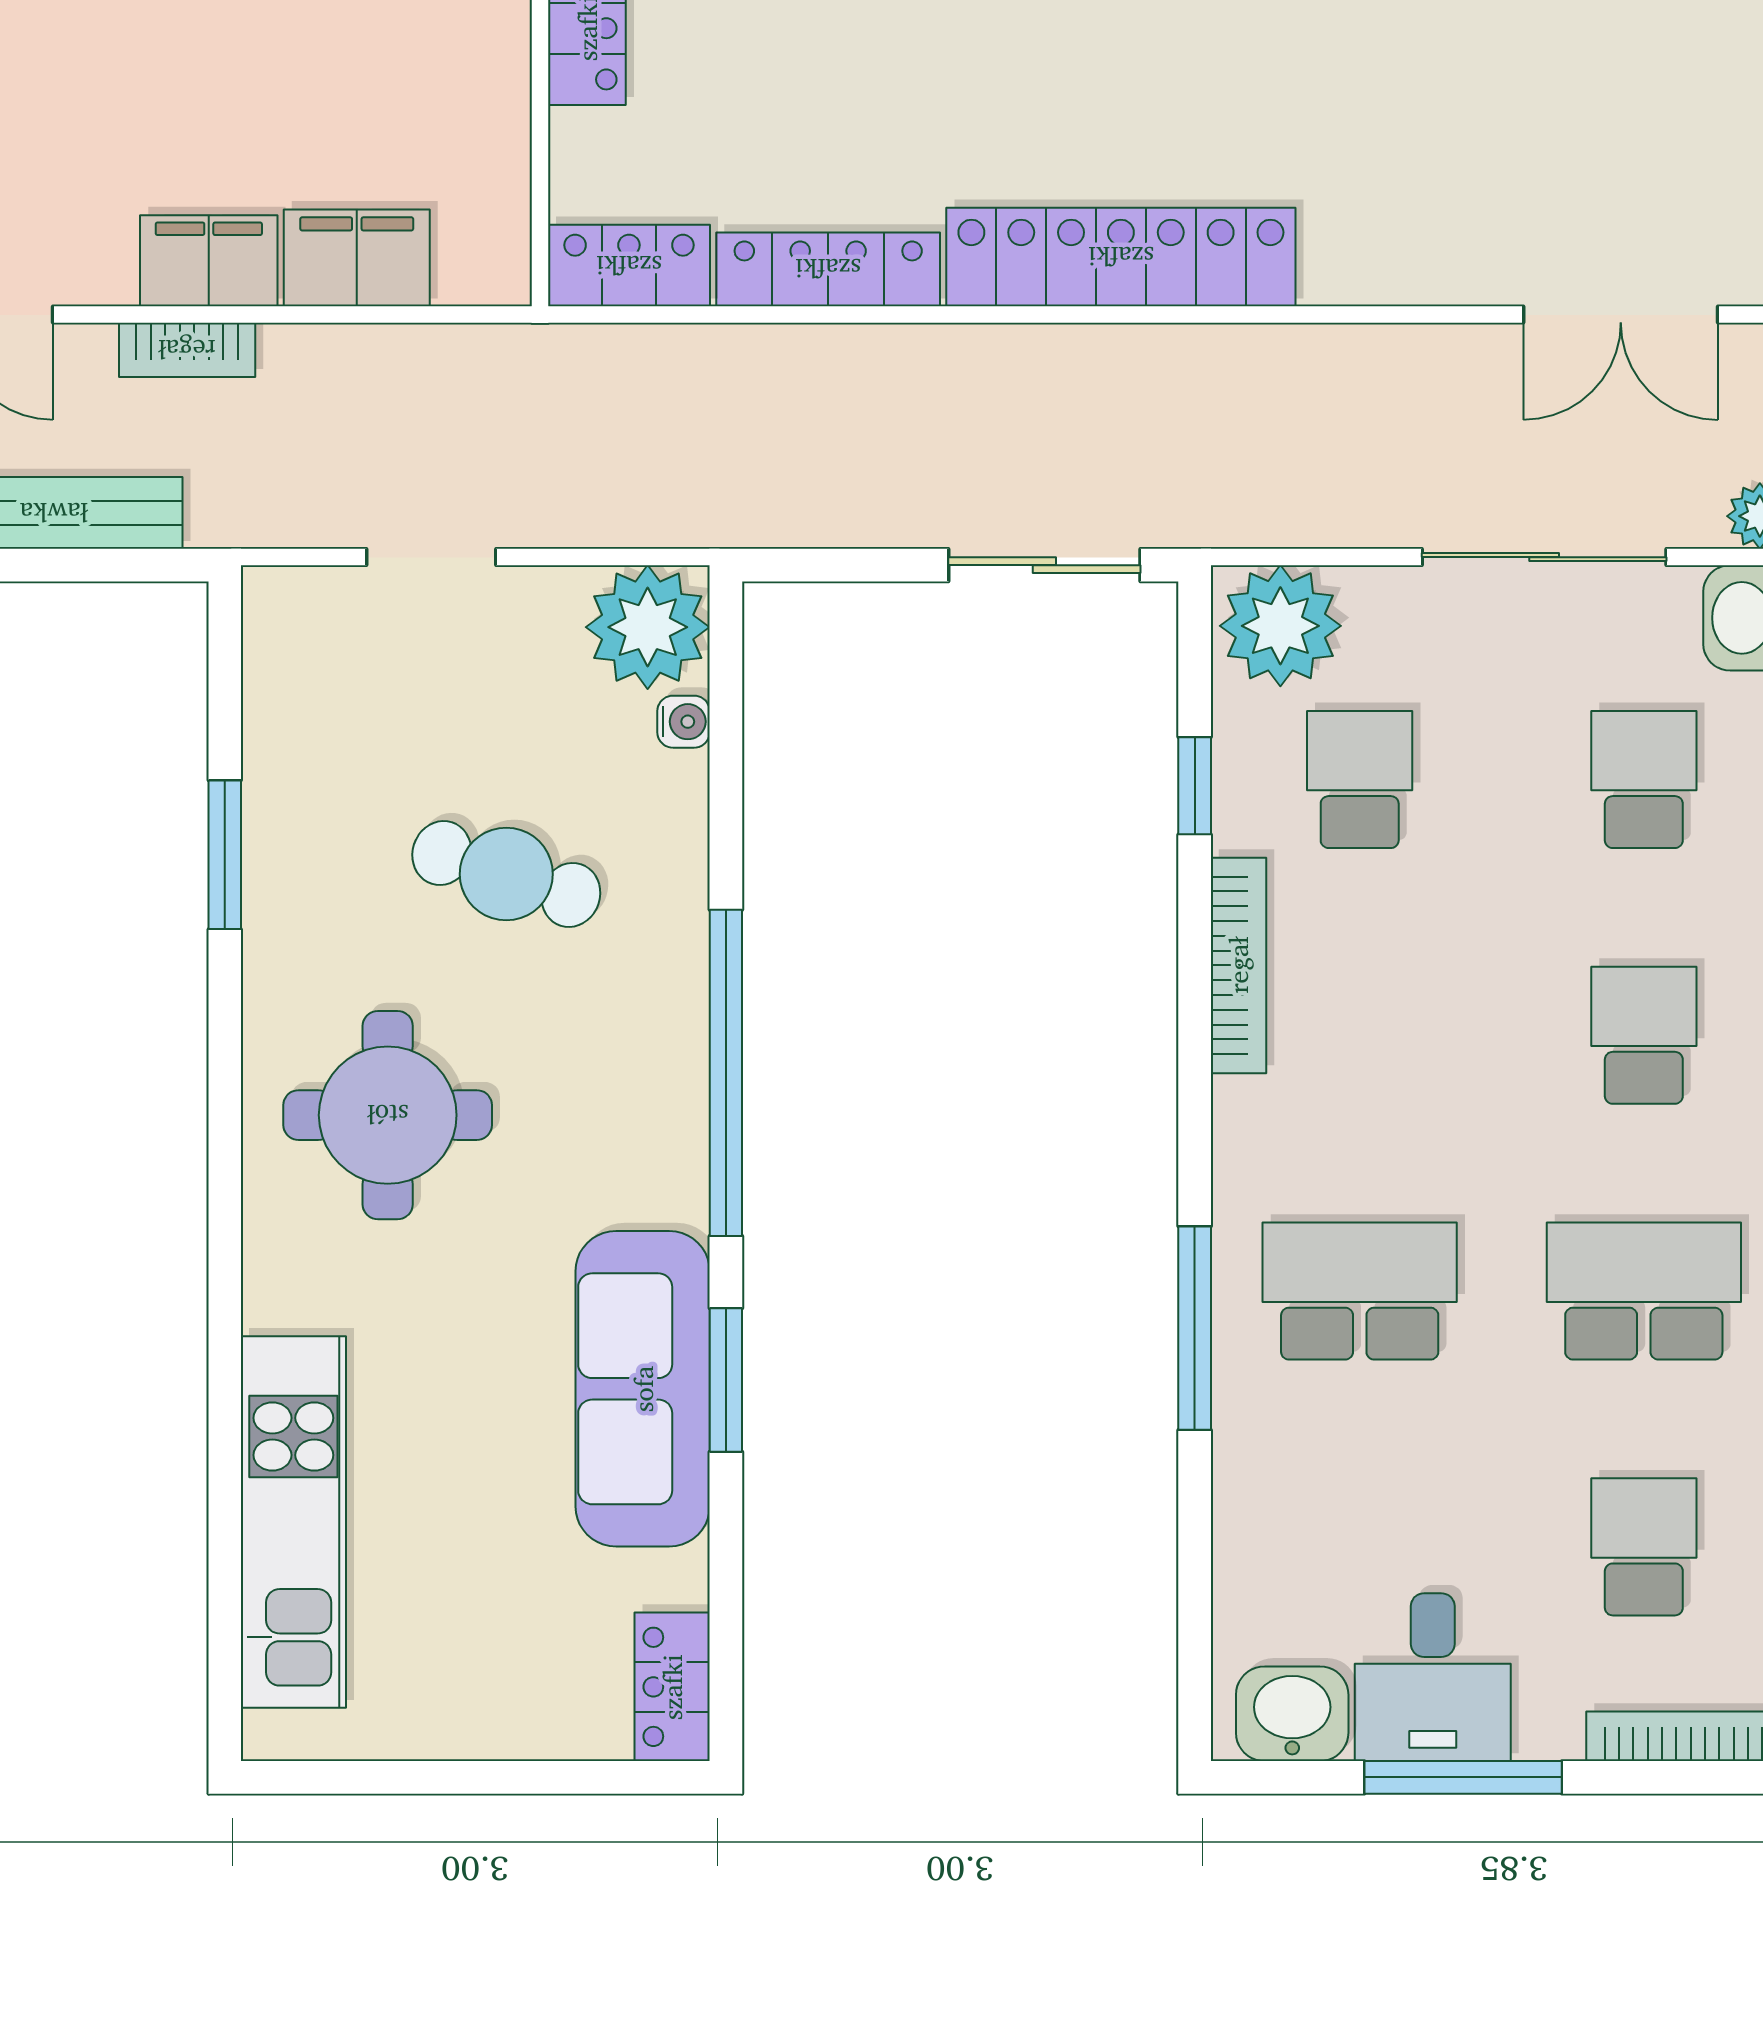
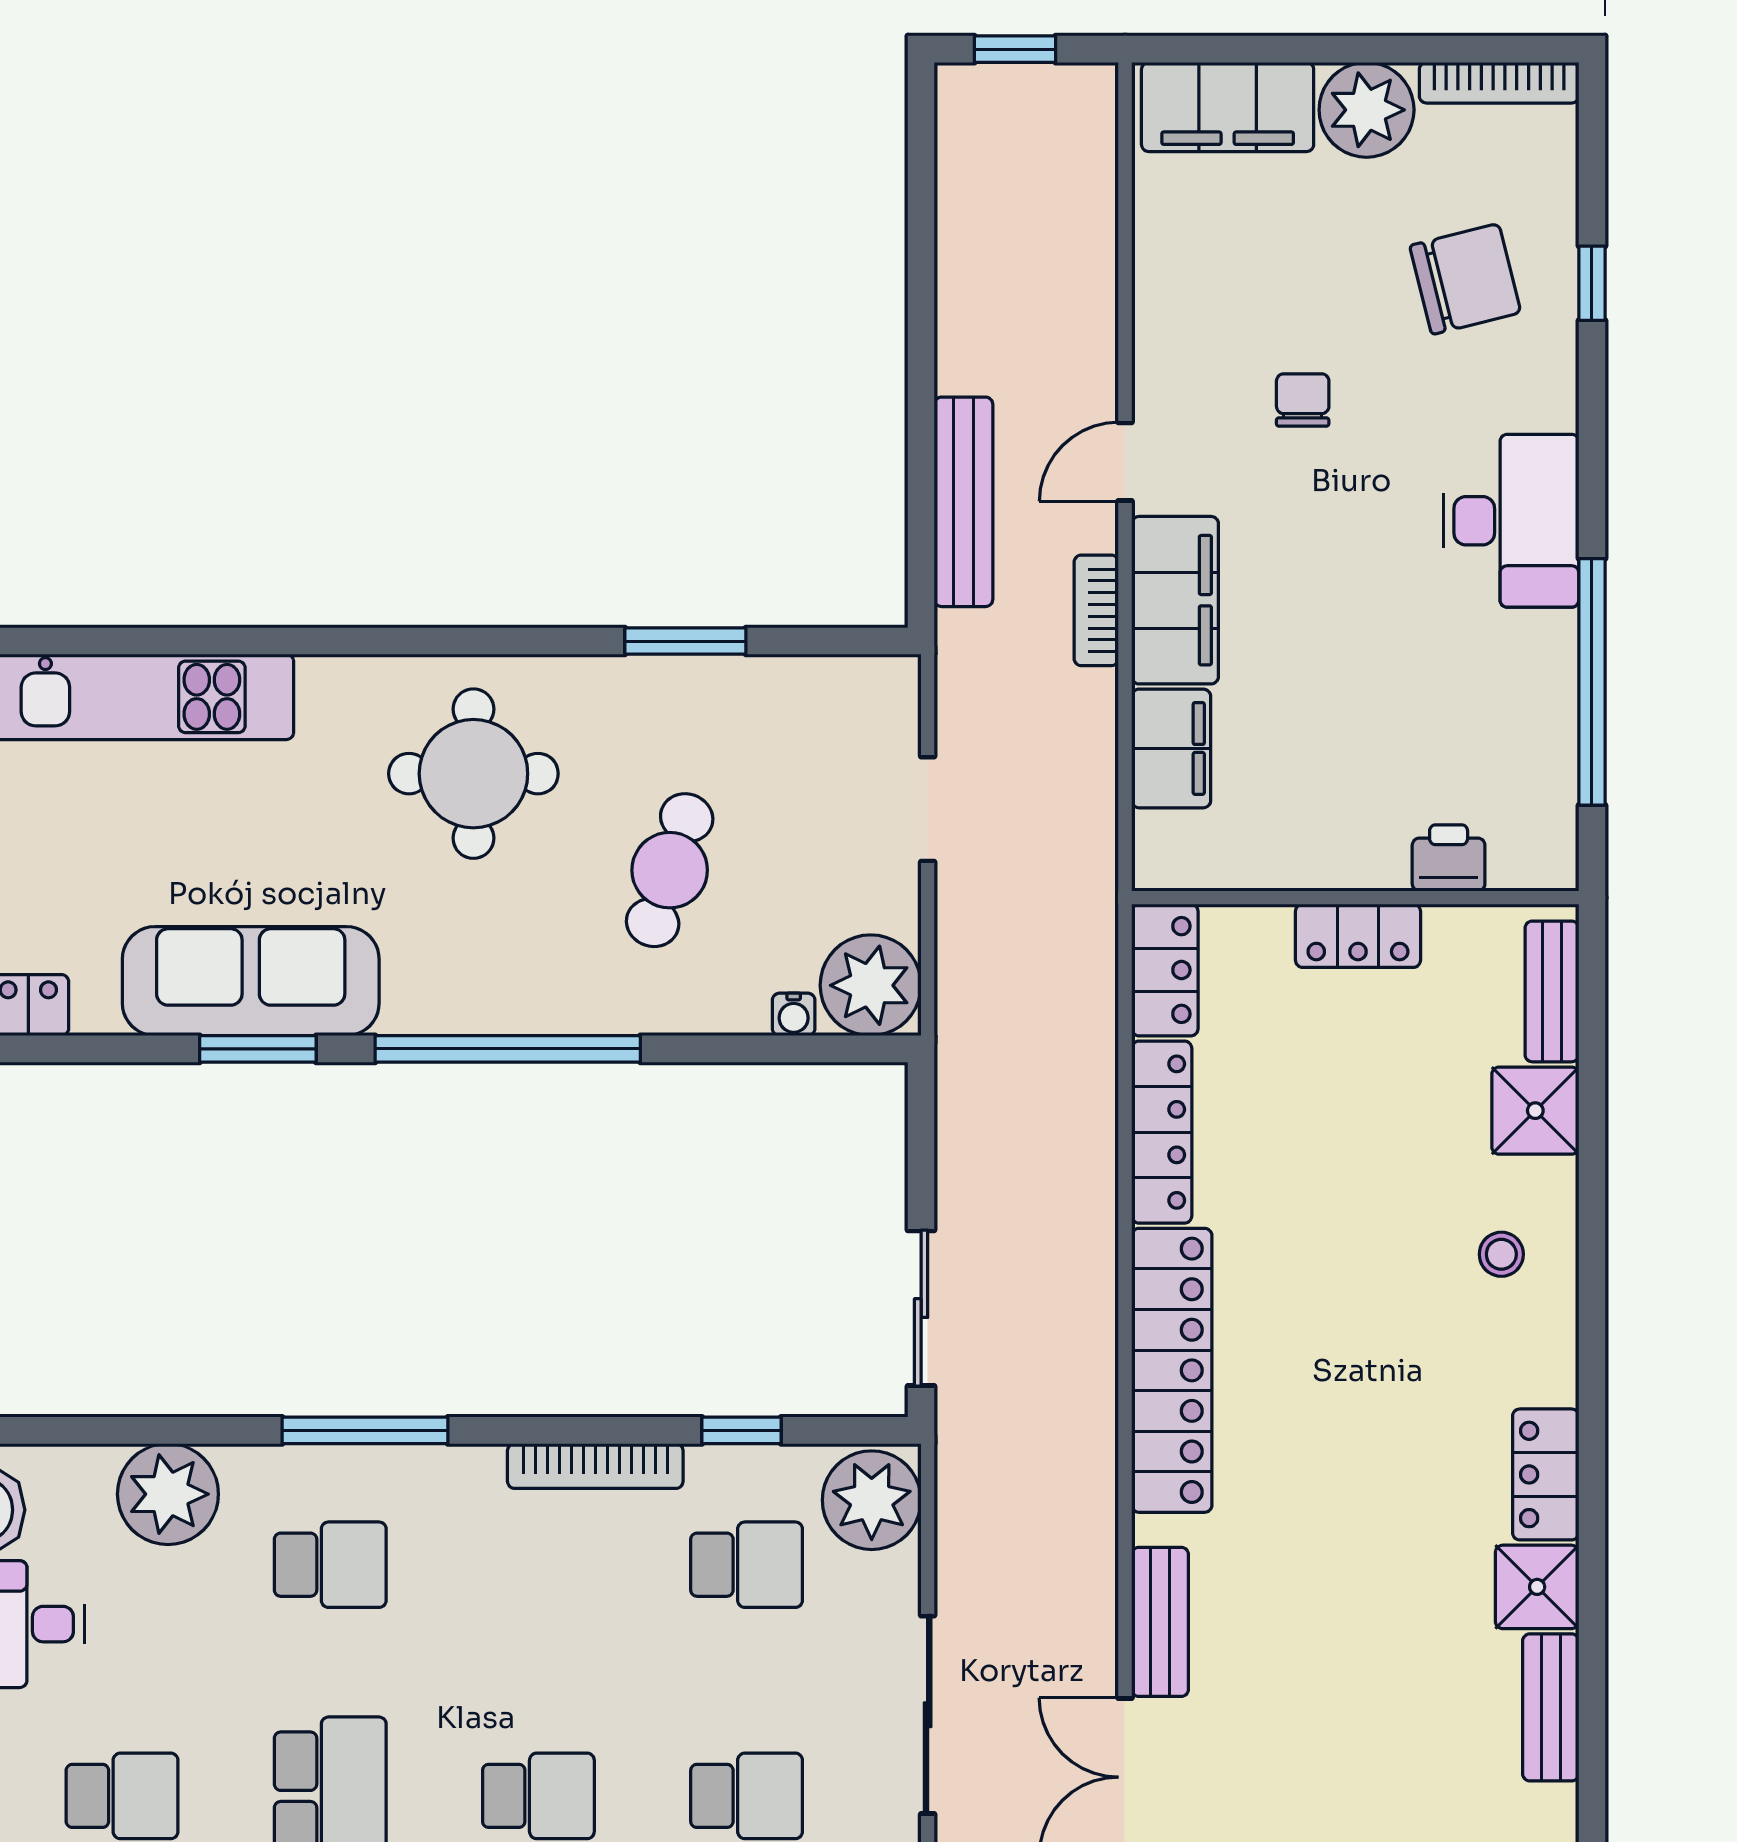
filing cabinet: (209, 261) -> (1175, 600), width x1.50, depth x1.17
bench: (1430, 271) -> (1160, 1622), added
school desk: (1360, 1291) -> (330, 1565), width x0.54
window: (1195, 1328) -> (365, 1430), moved
plant: (1273, 1490) -> (168, 1494), added

